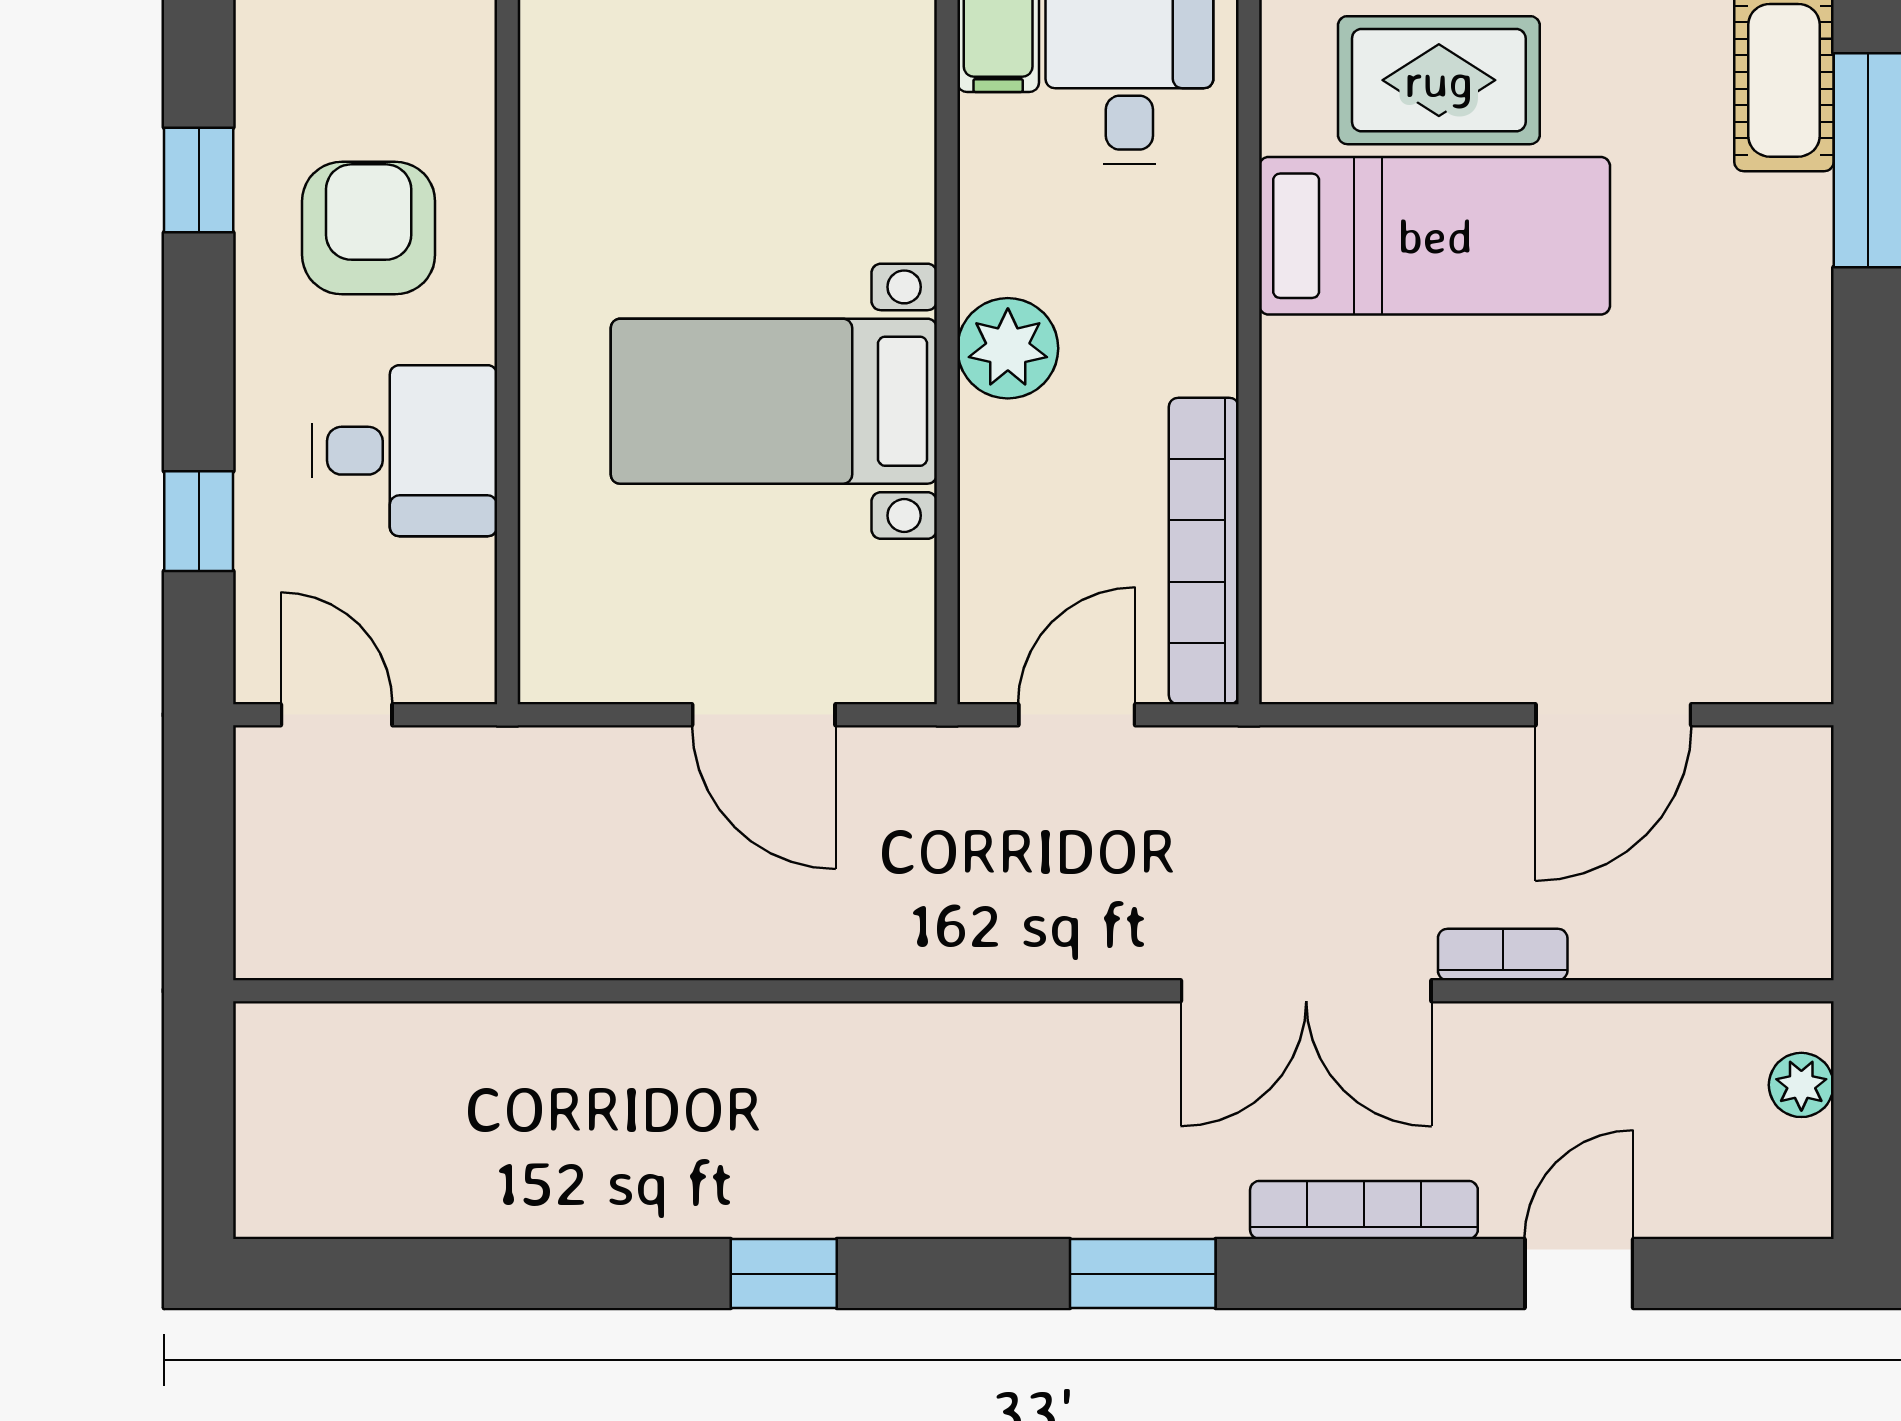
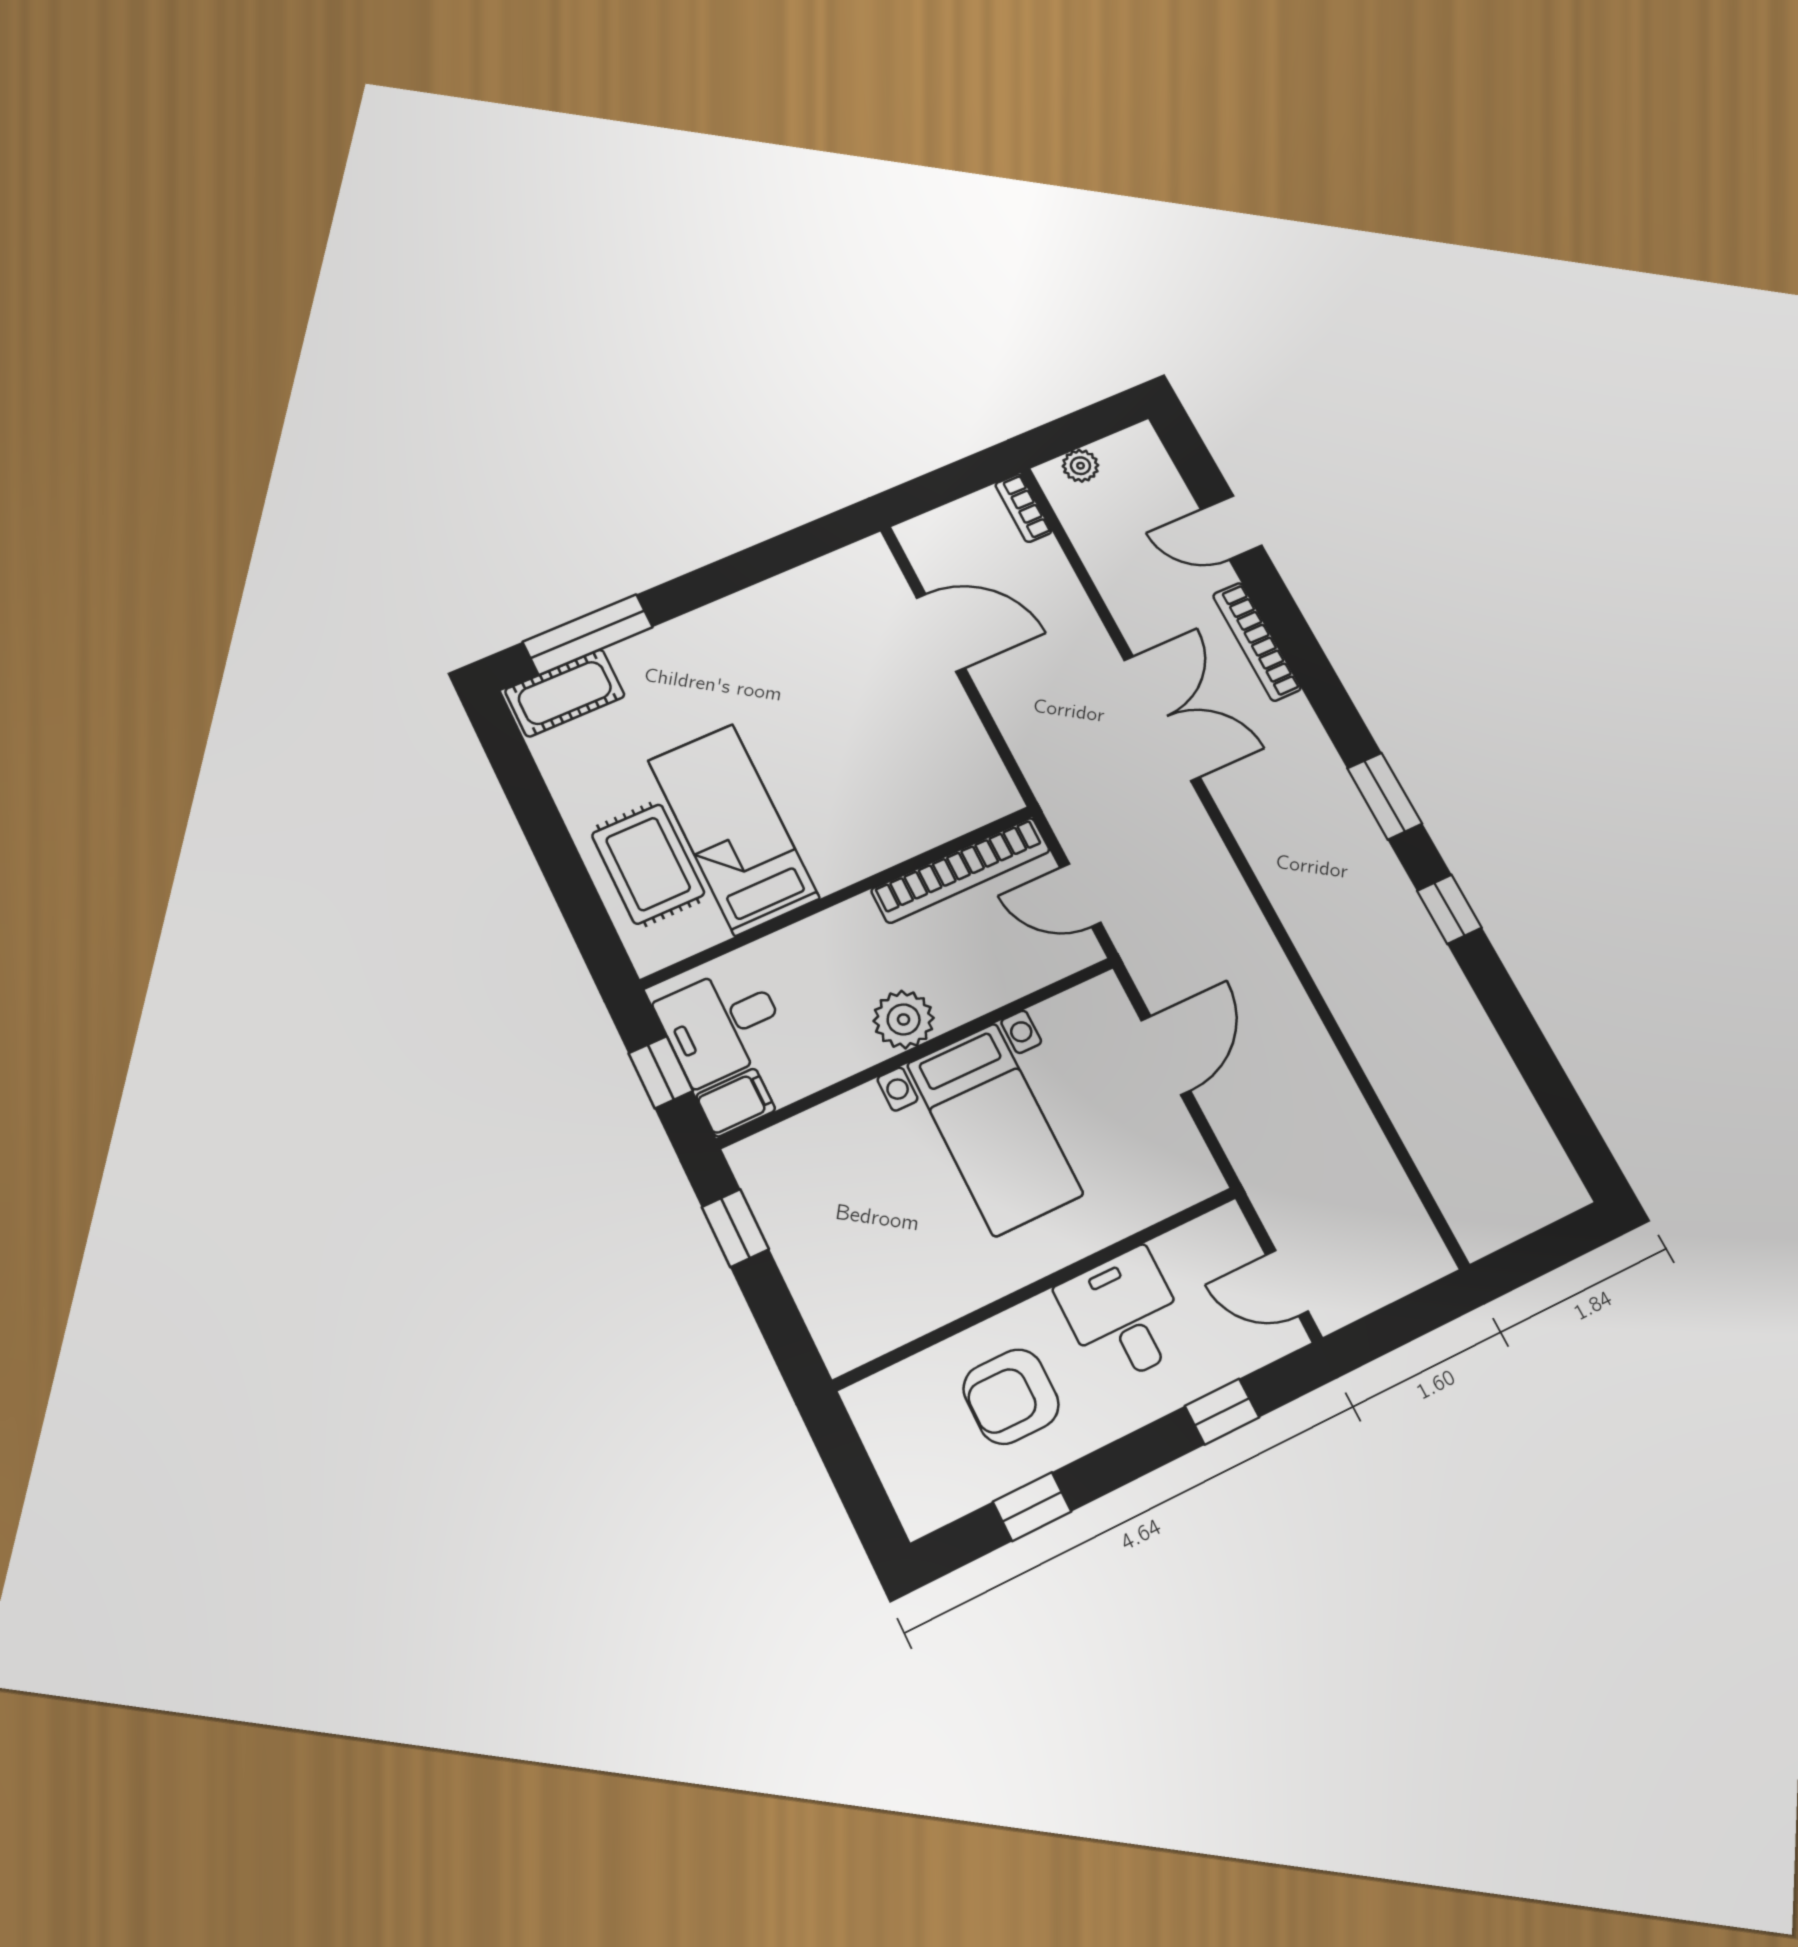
door: (337, 715) -> (1287, 1283), hinge flipped
bookcase: (1503, 955) -> (1023, 508), moved
window: (1143, 1274) -> (1385, 796), moved

